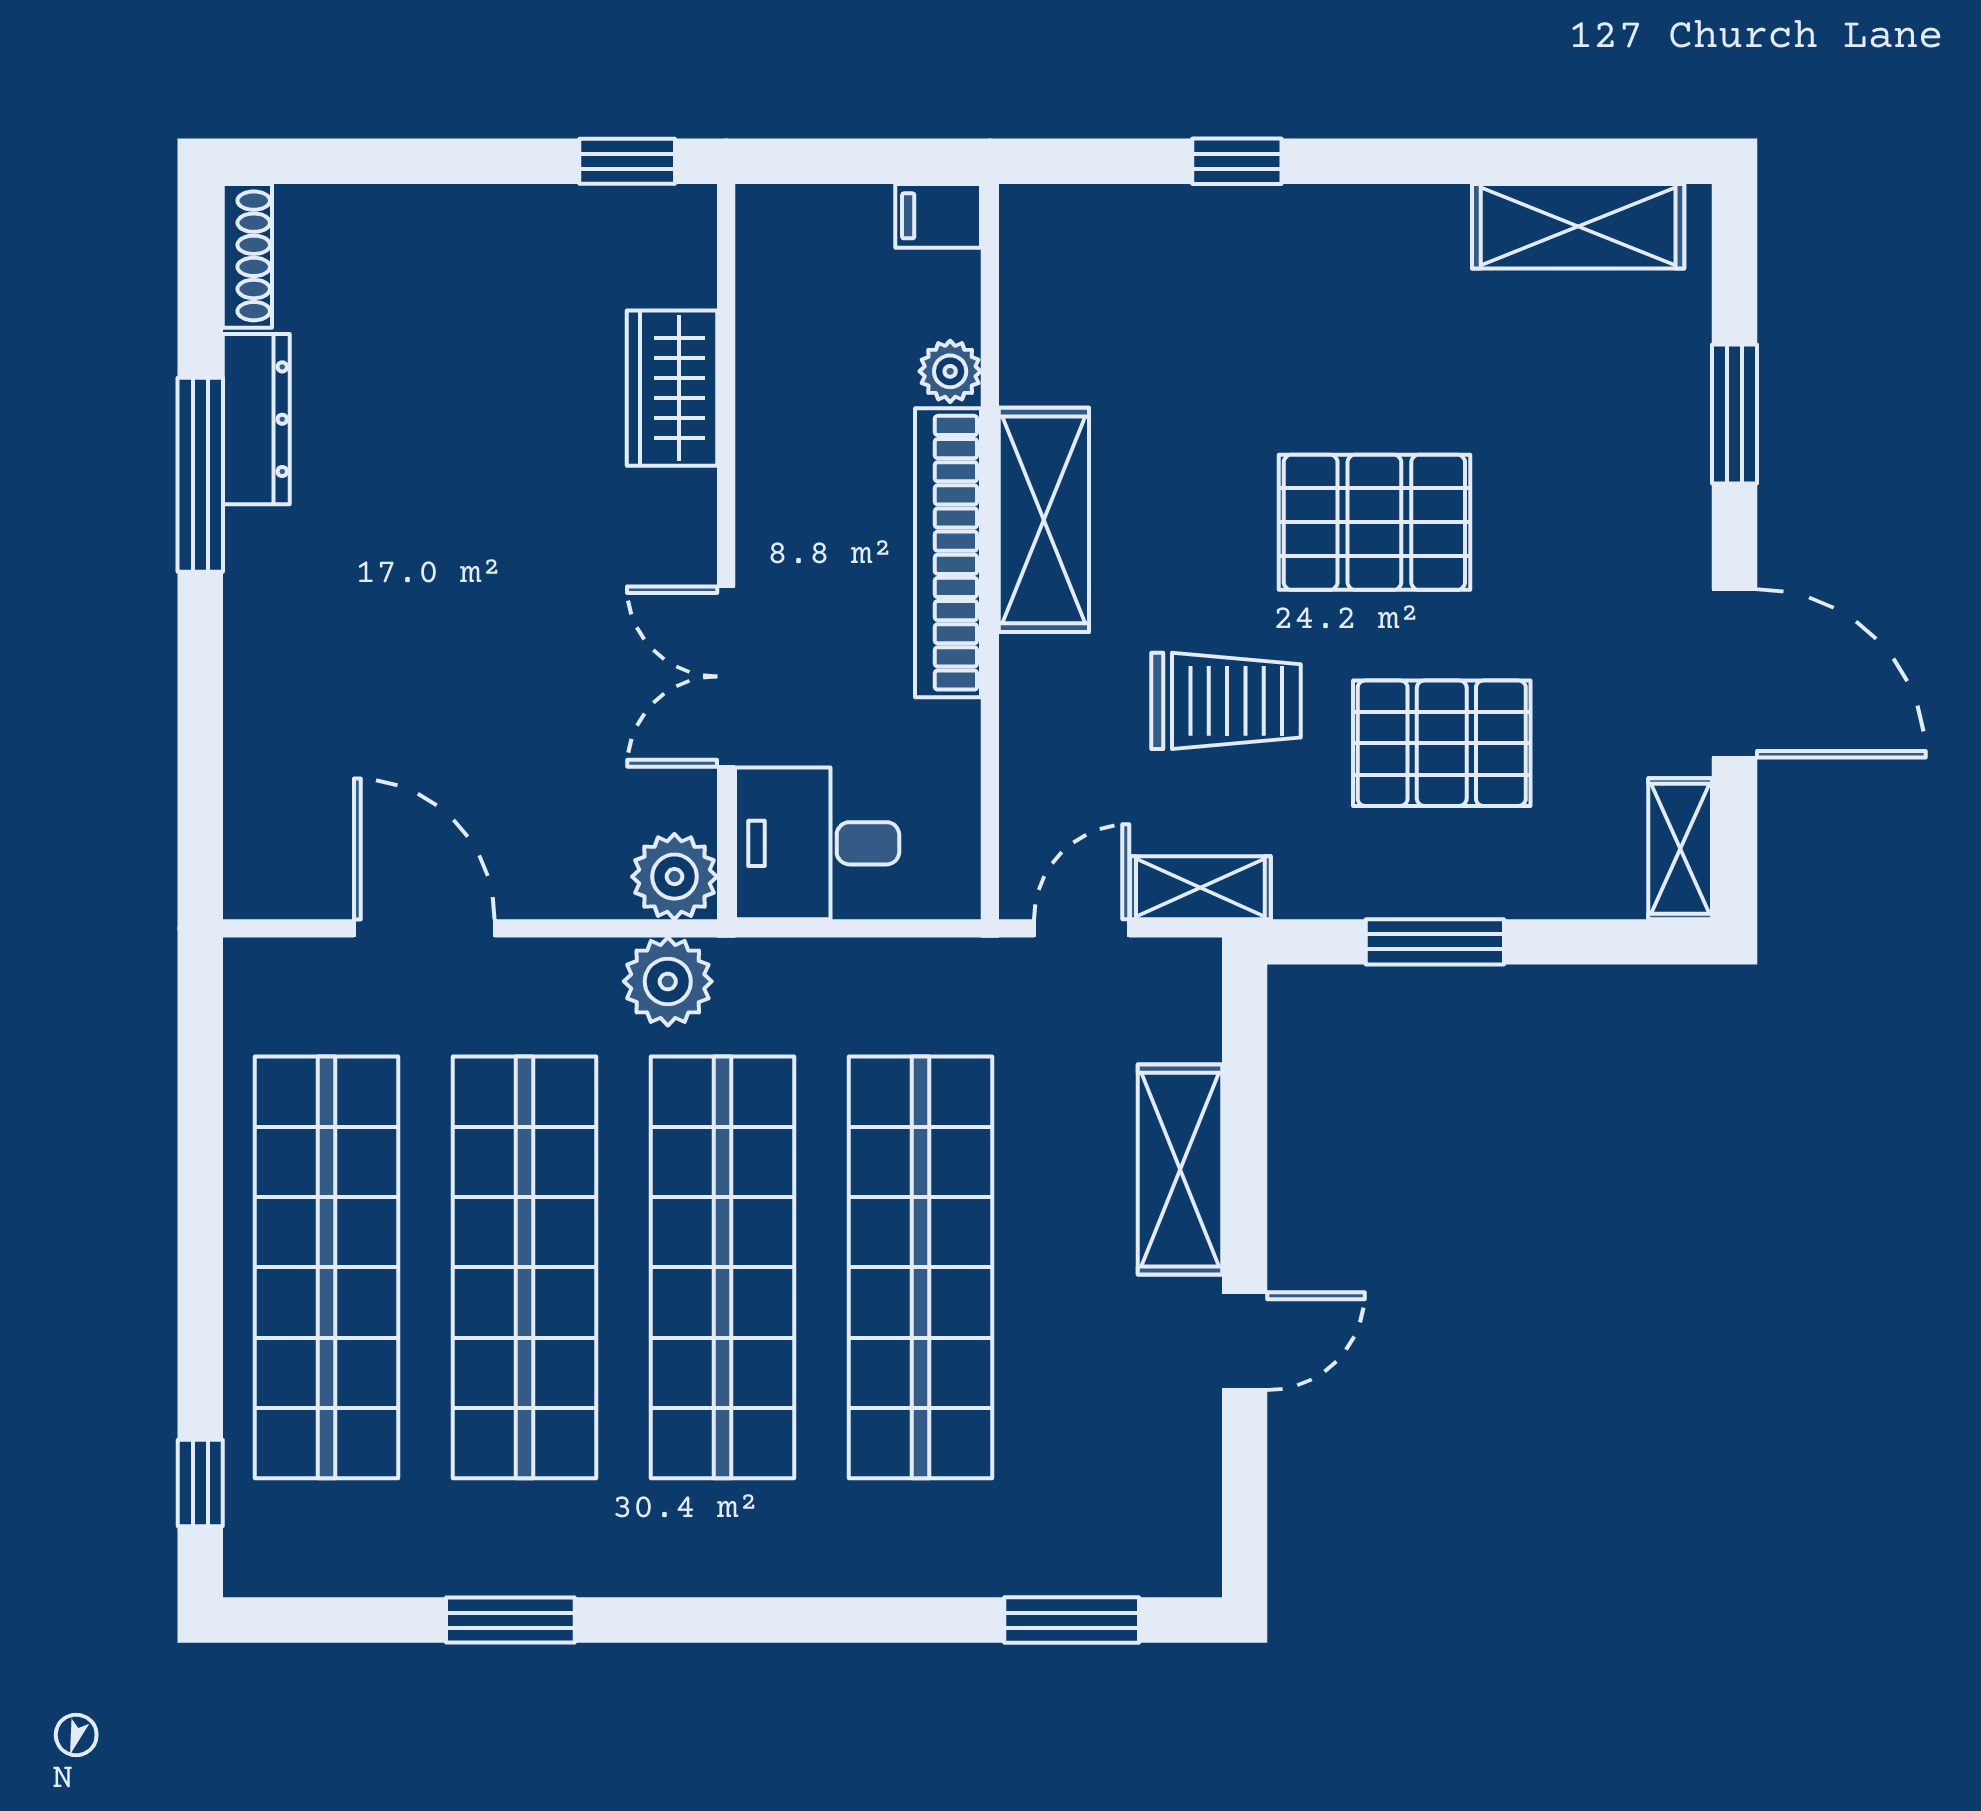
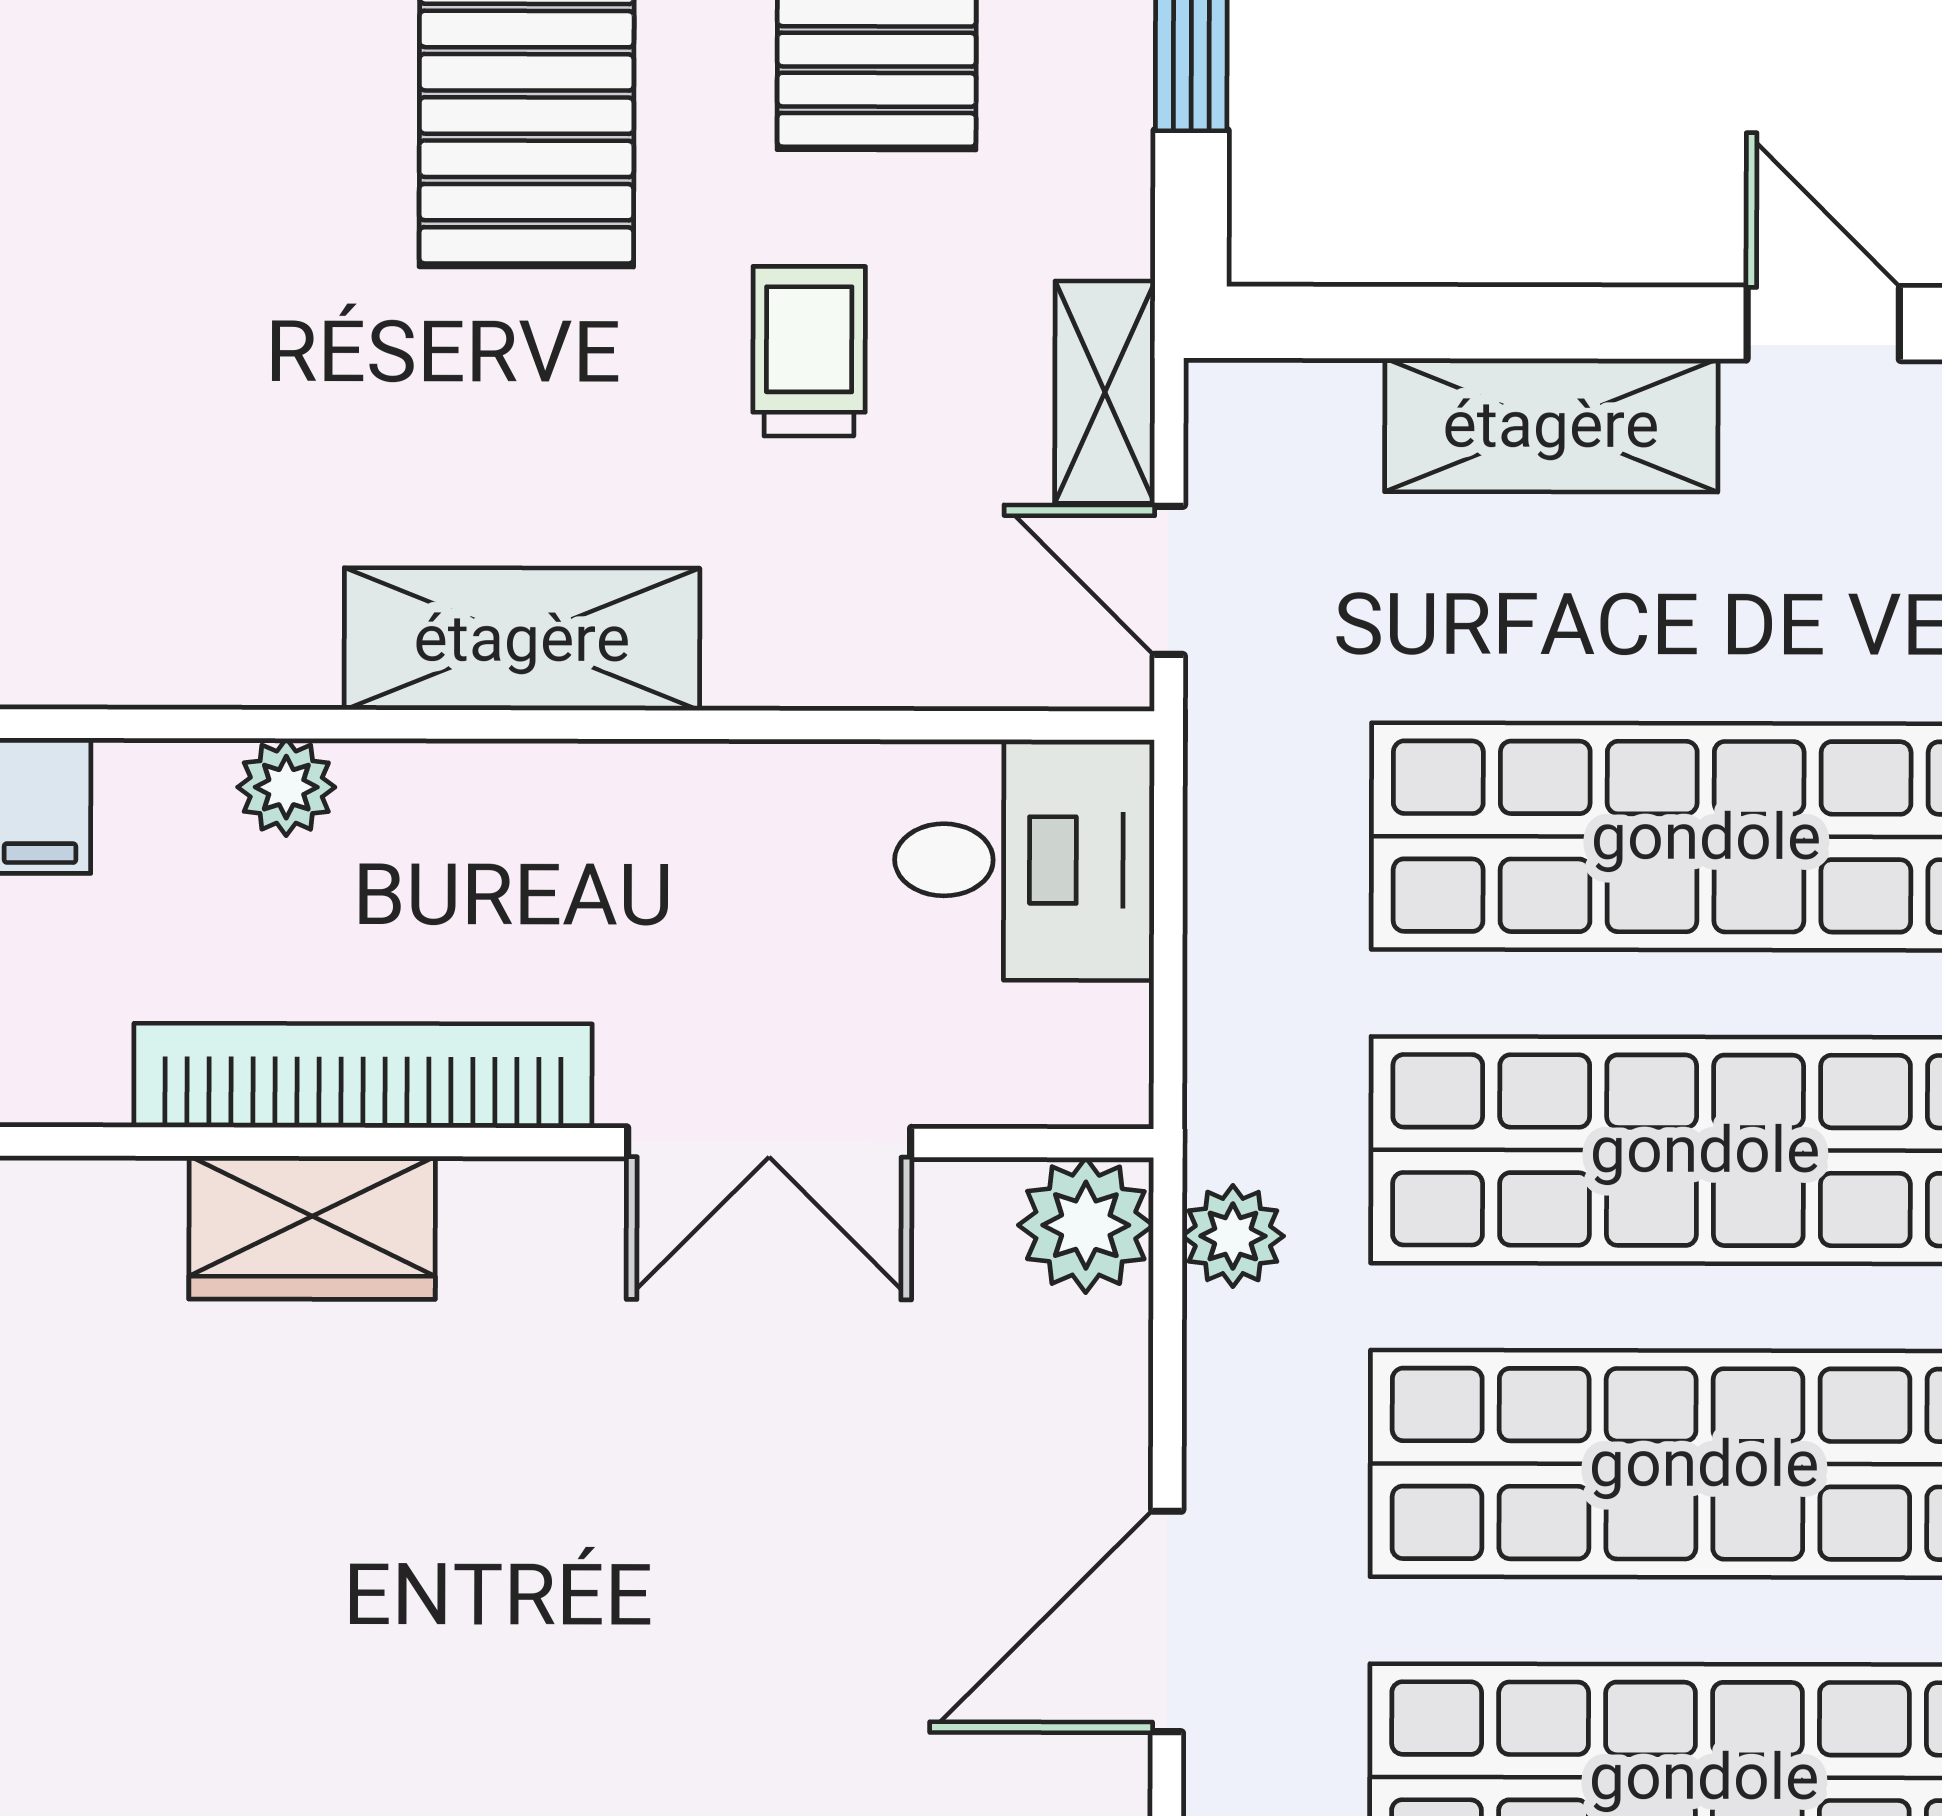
bookcase: (948, 553) -> (363, 1076), moved, turned 180
trolley: (1226, 701) -> (809, 351), width x0.73, depth x0.72
desk: (817, 843) -> (1024, 860), moved, turned -90
plant: (668, 981) -> (1233, 1236), width x0.73, depth x0.73

